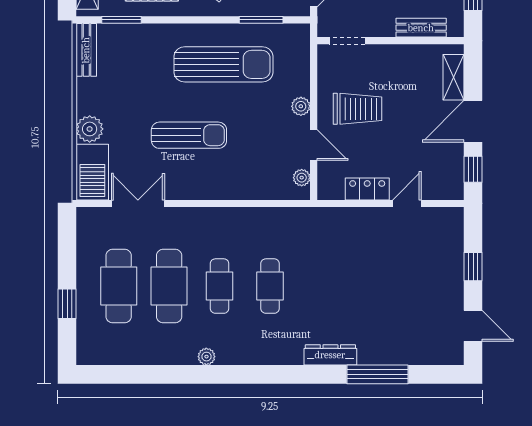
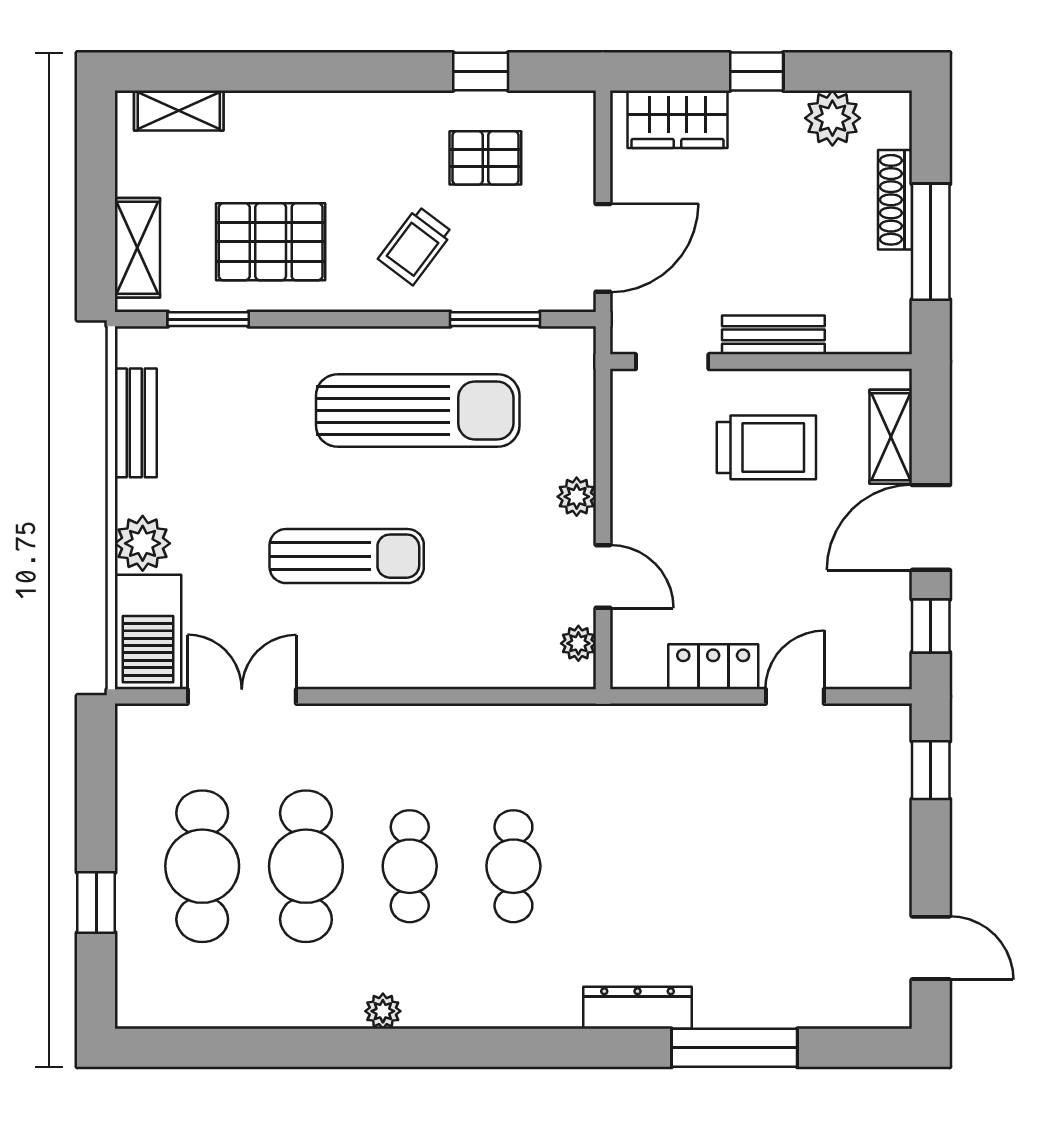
bench: (421, 28) -> (773, 335), moved
bench: (86, 50) -> (136, 423), moved
trolley: (357, 109) -> (766, 447), moved
window: (473, 267) -> (931, 770), moved

